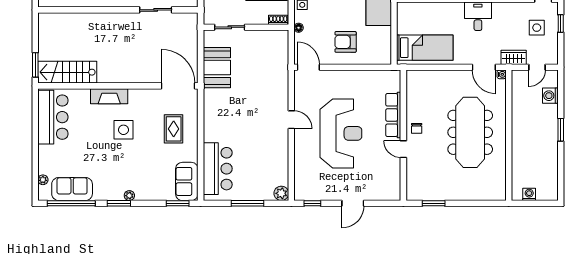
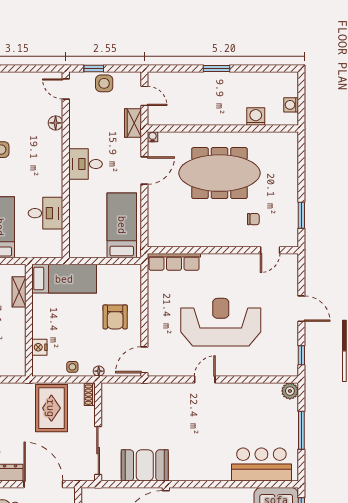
sliding door: (230, 27) -> (98, 451), width x1.37
side table: (537, 28) -> (104, 83), moved
door: (484, 67) -> (144, 170), moved
washing machine: (550, 96) -> (256, 117), moved, turned 180
row of seats: (393, 115) -> (174, 262), moved
chair: (417, 128) -> (253, 219), moved
door: (403, 149) -> (270, 250), moved

